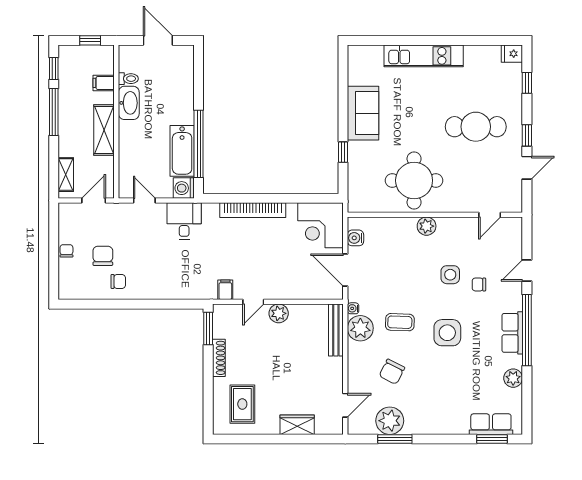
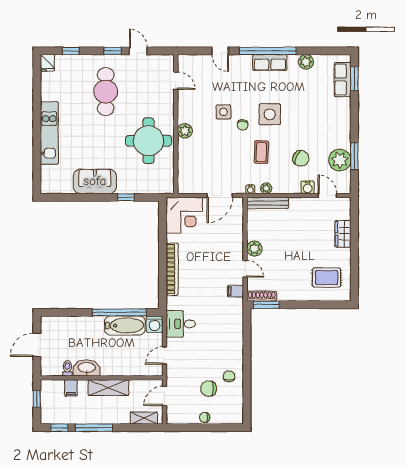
door: (94, 201) -> (165, 396), hinge flipped
water cooler: (355, 238) -> (308, 187), moved
chair: (479, 284) -> (243, 125), moved
plant: (360, 328) -> (266, 188), width x0.53, depth x0.53
shoe rack: (219, 358) -> (262, 296), moved

